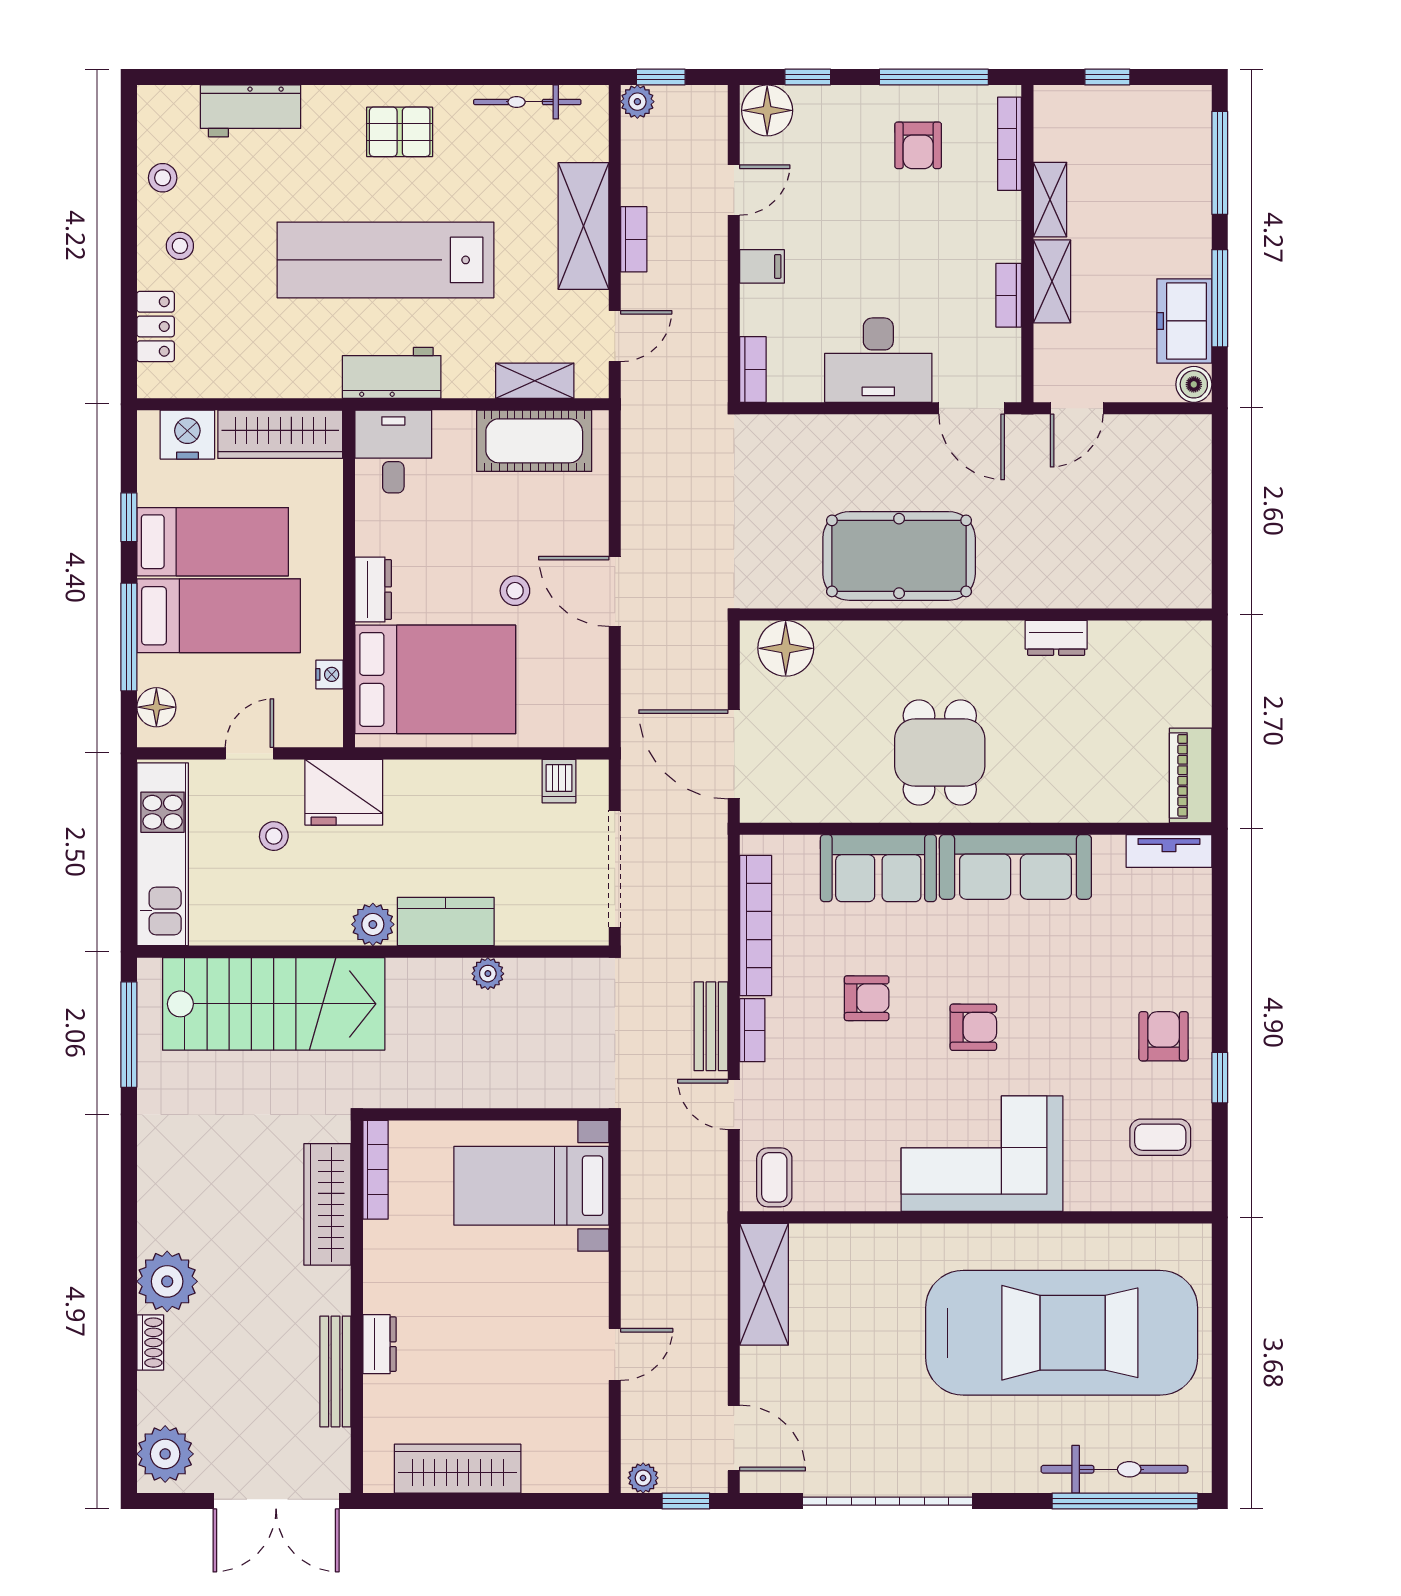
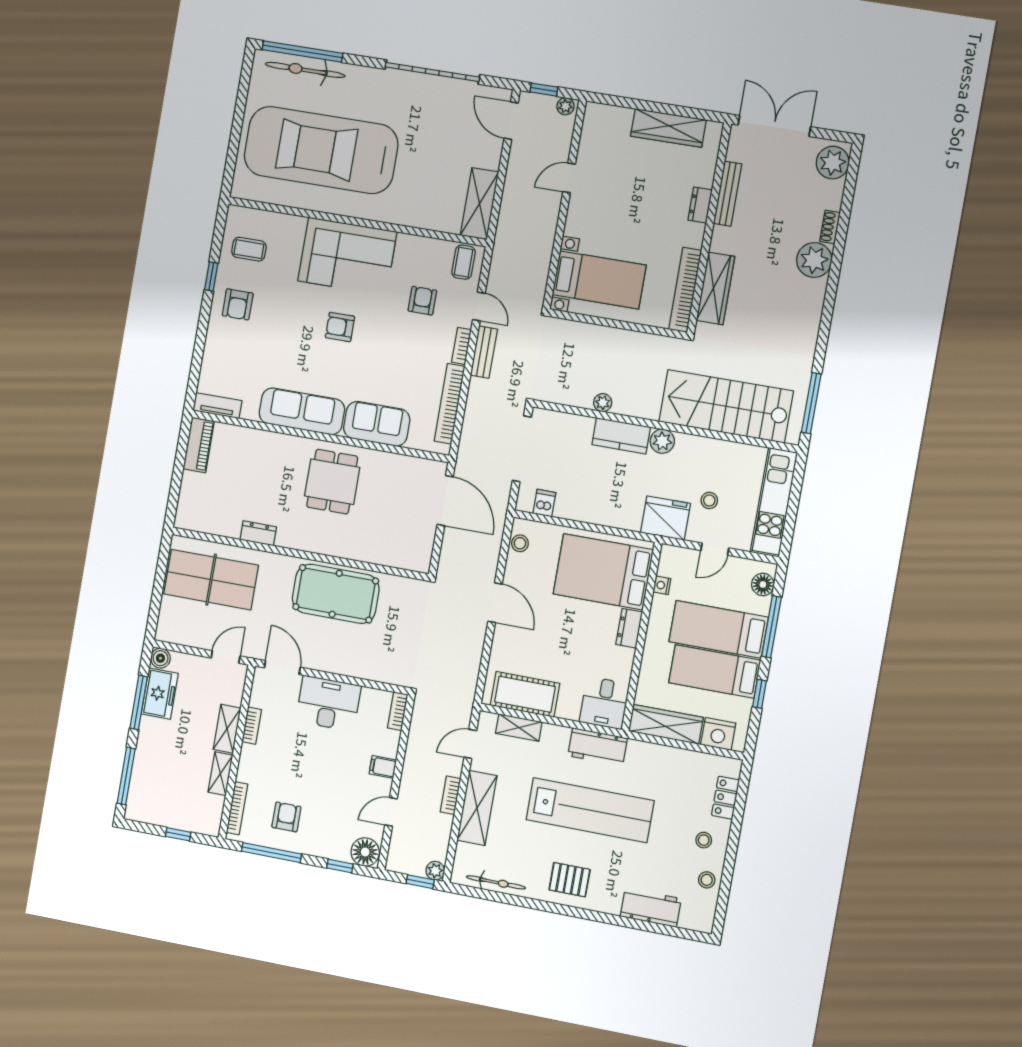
table tennis table: (1127, 541) -> (211, 580), added
stool: (515, 591) -> (520, 543), moved
floor lamp: (786, 648) -> (406, 554), removed
armchair: (867, 998) -> (422, 301), moved, turned 90
bookcase: (376, 1170) -> (685, 290), width x1.48, depth x1.31

